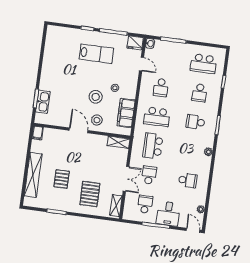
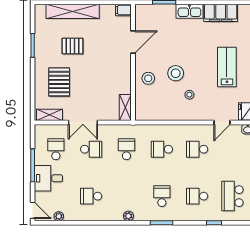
lab bench: (96, 54) -> (227, 67), turned 180
kitchen sink: (43, 102) -> (189, 11), moved
filing cabinet: (126, 113) -> (221, 13), moved, turned 180
school desk: (157, 117) -> (162, 149), width x0.54
door: (79, 130) -> (133, 42), moved
school desk: (153, 146) -> (126, 149), width x0.54
school desk: (188, 180) -> (91, 196), turned 90
pallet: (90, 194) -> (59, 82), turned 90
school desk: (145, 204) -> (56, 149), turned -90
door: (193, 230) -> (33, 210), hinge flipped

